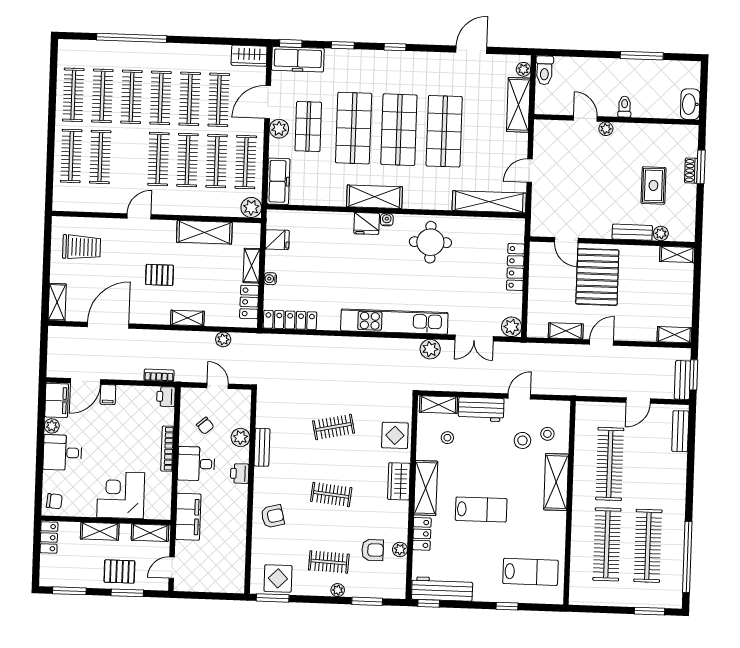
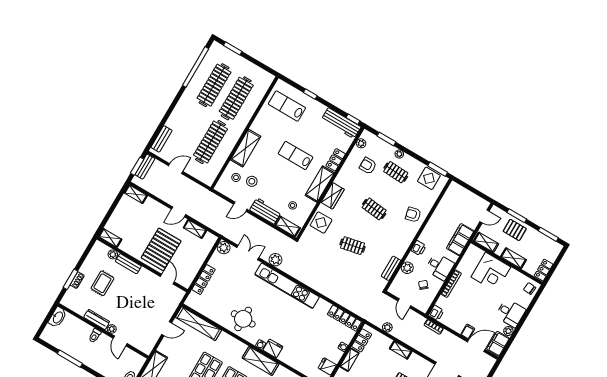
dresser: (634, 131) -> (97, 319), added
bench: (262, 447) -> (391, 268), moved
plant: (400, 550) -> (361, 143), moved

